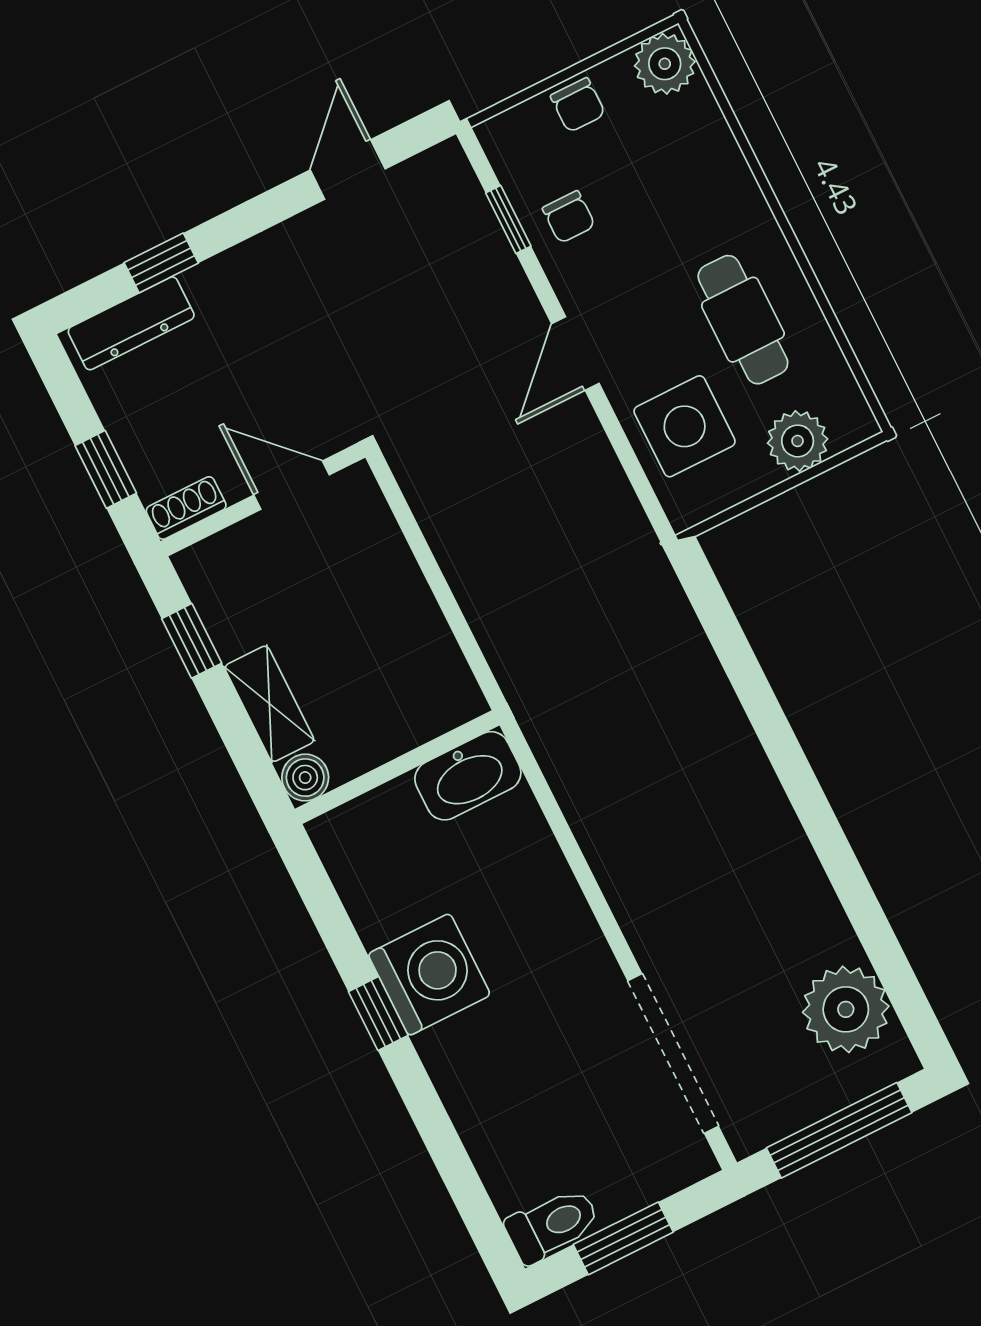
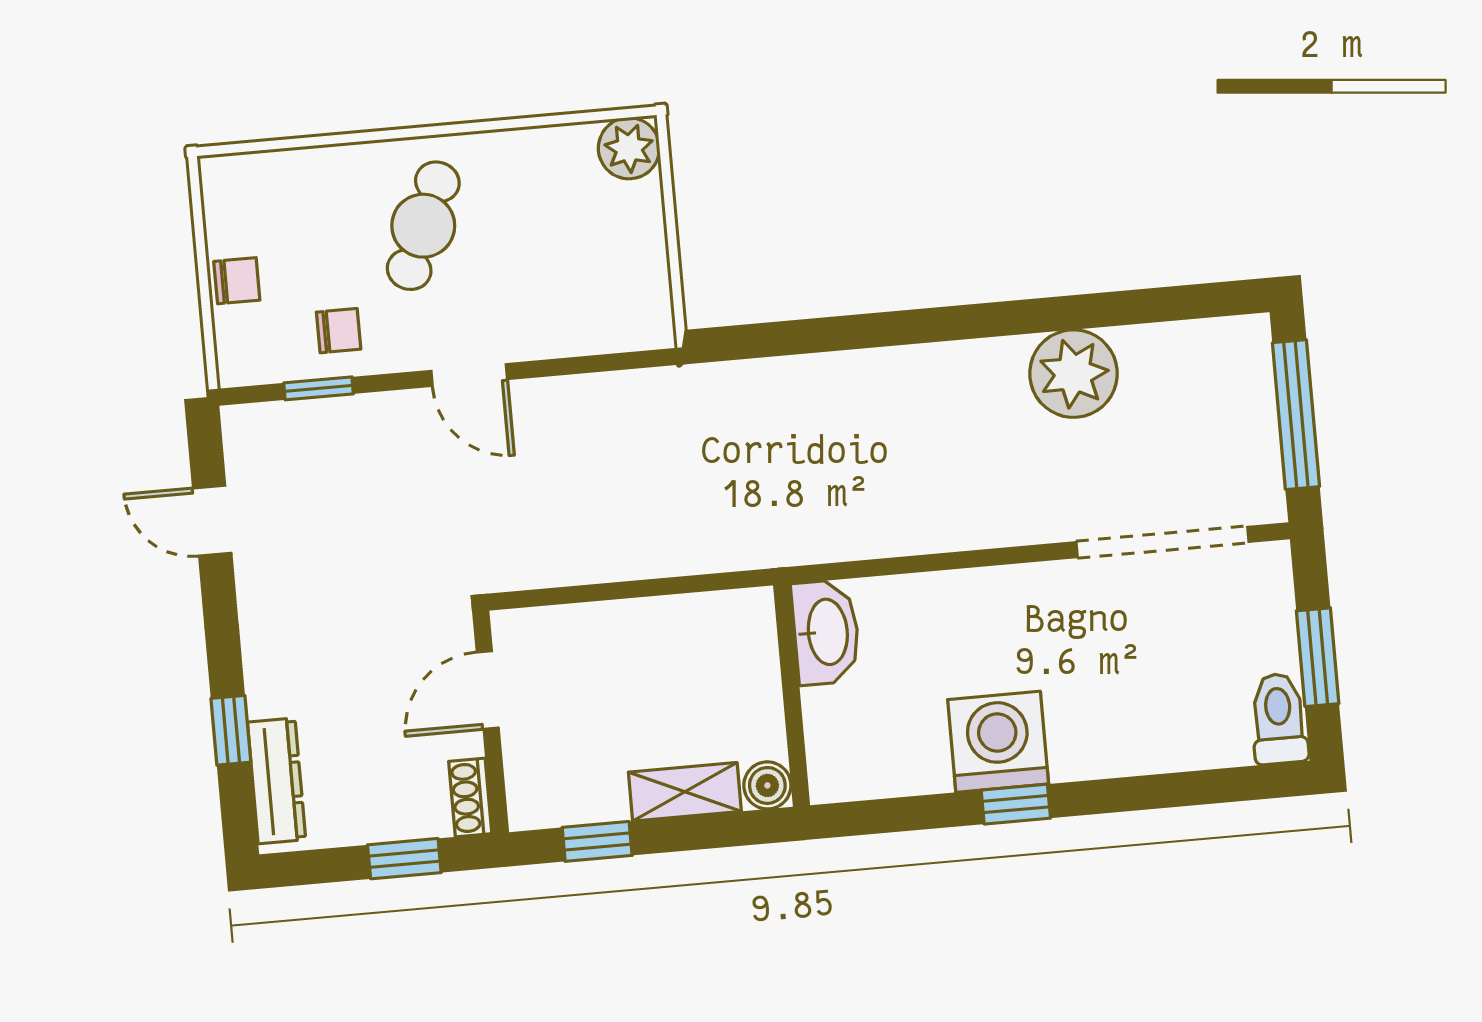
plant: (665, 64) -> (230, 184), removed
cafe table: (743, 320) -> (423, 226), moved, turned -67
side table: (685, 426) -> (578, 299), removed
plant: (798, 441) -> (629, 148), moved
plant: (846, 1009) -> (1073, 374), moved

